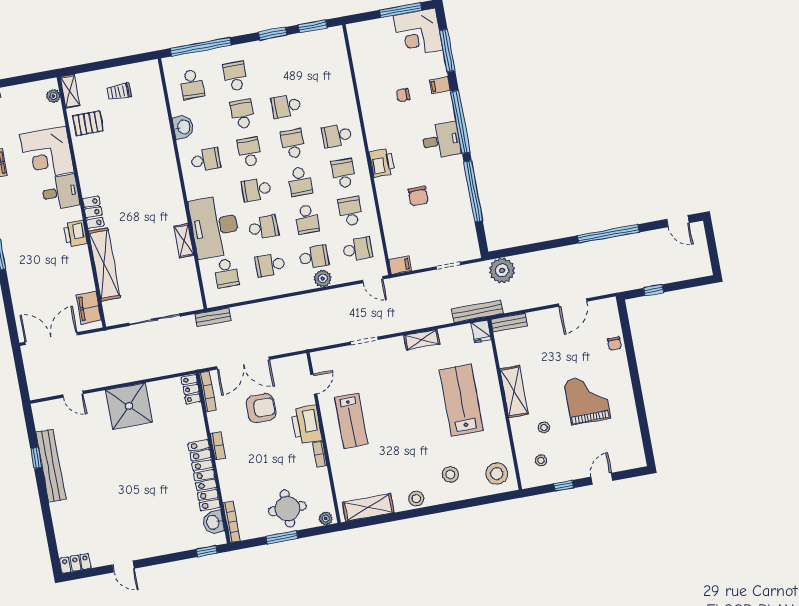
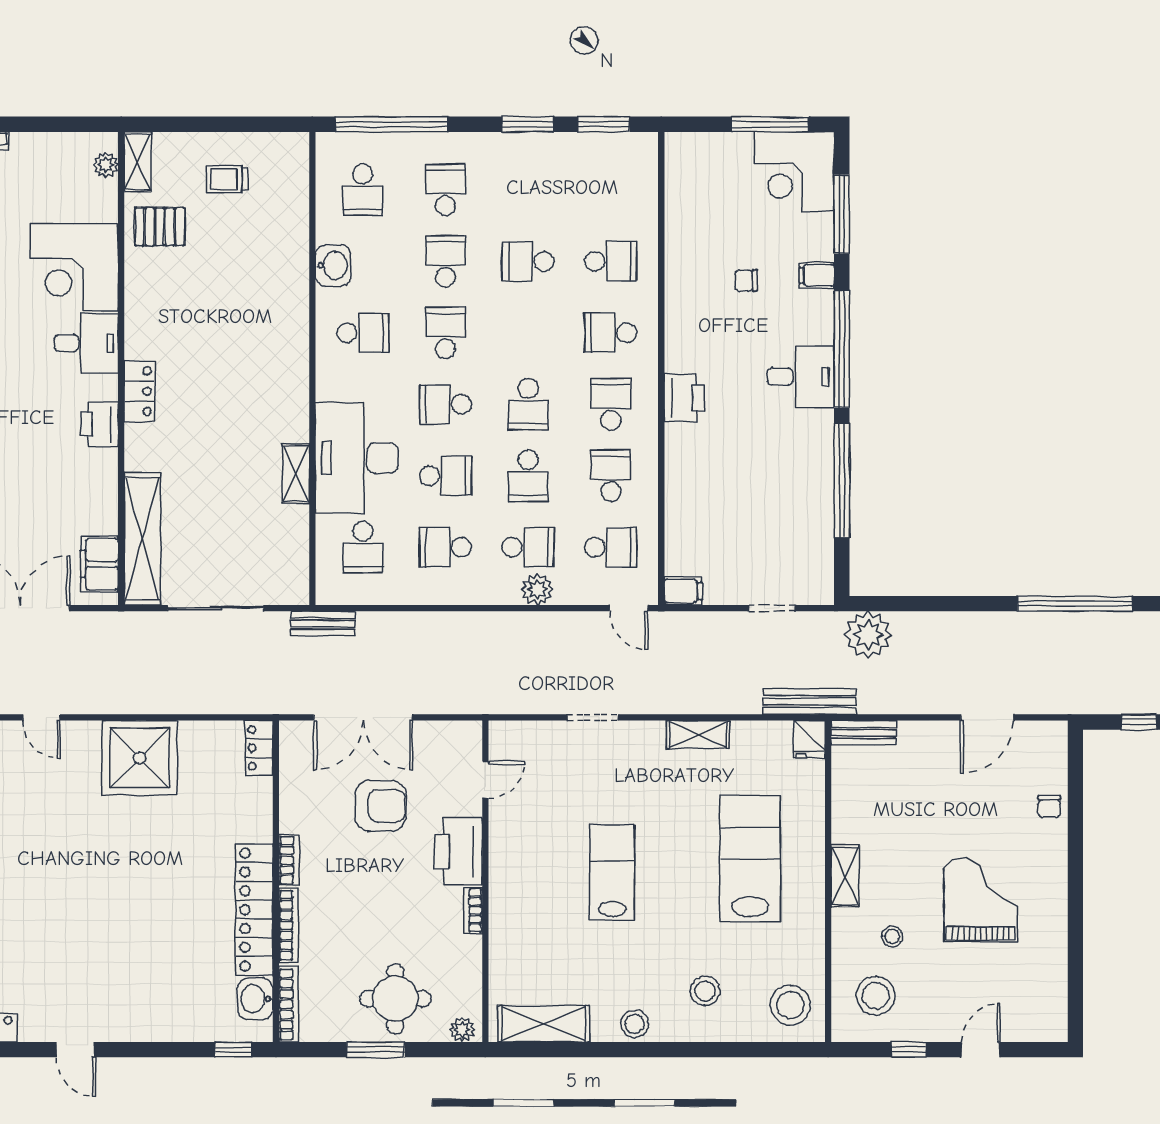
school desk: (293, 144) -> (611, 261), moved, turned 90
chair: (418, 196) -> (740, 471), removed
shelving: (104, 264) -> (142, 539), moved
shelving: (514, 391) -> (845, 876), width x0.67, depth x0.75
bookcase: (208, 392) -> (288, 925), moved
lab bench: (351, 421) -> (612, 872), moved, turned 180
stool: (541, 460) -> (876, 996), width x1.89, depth x1.89

